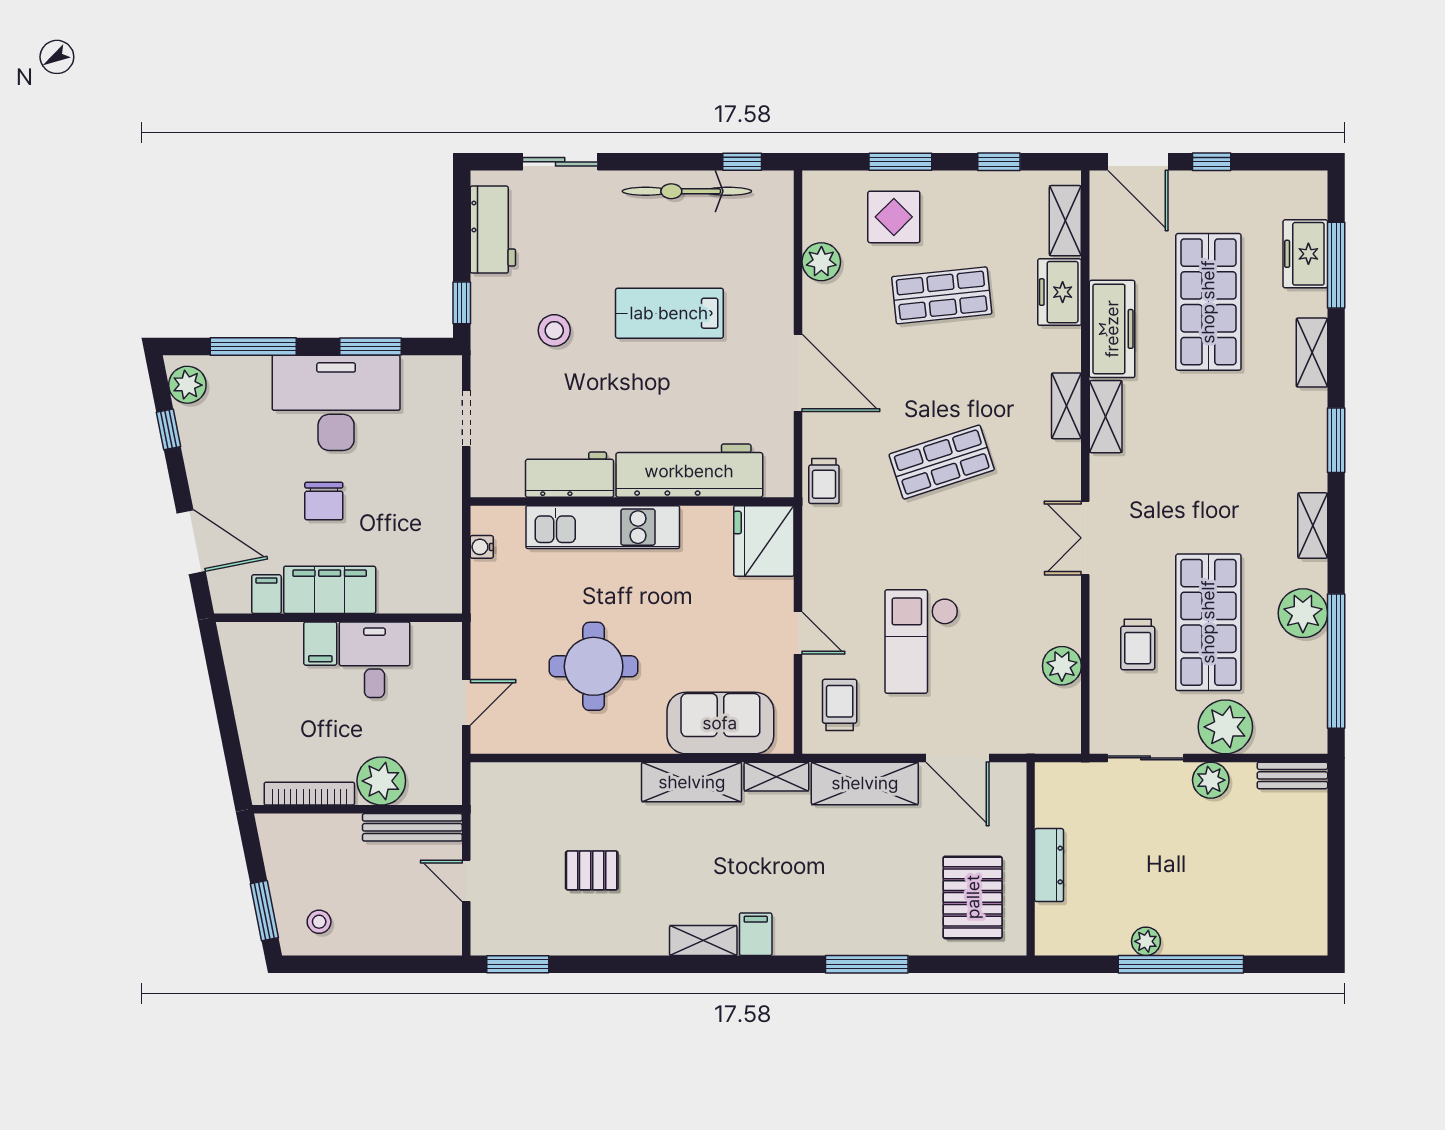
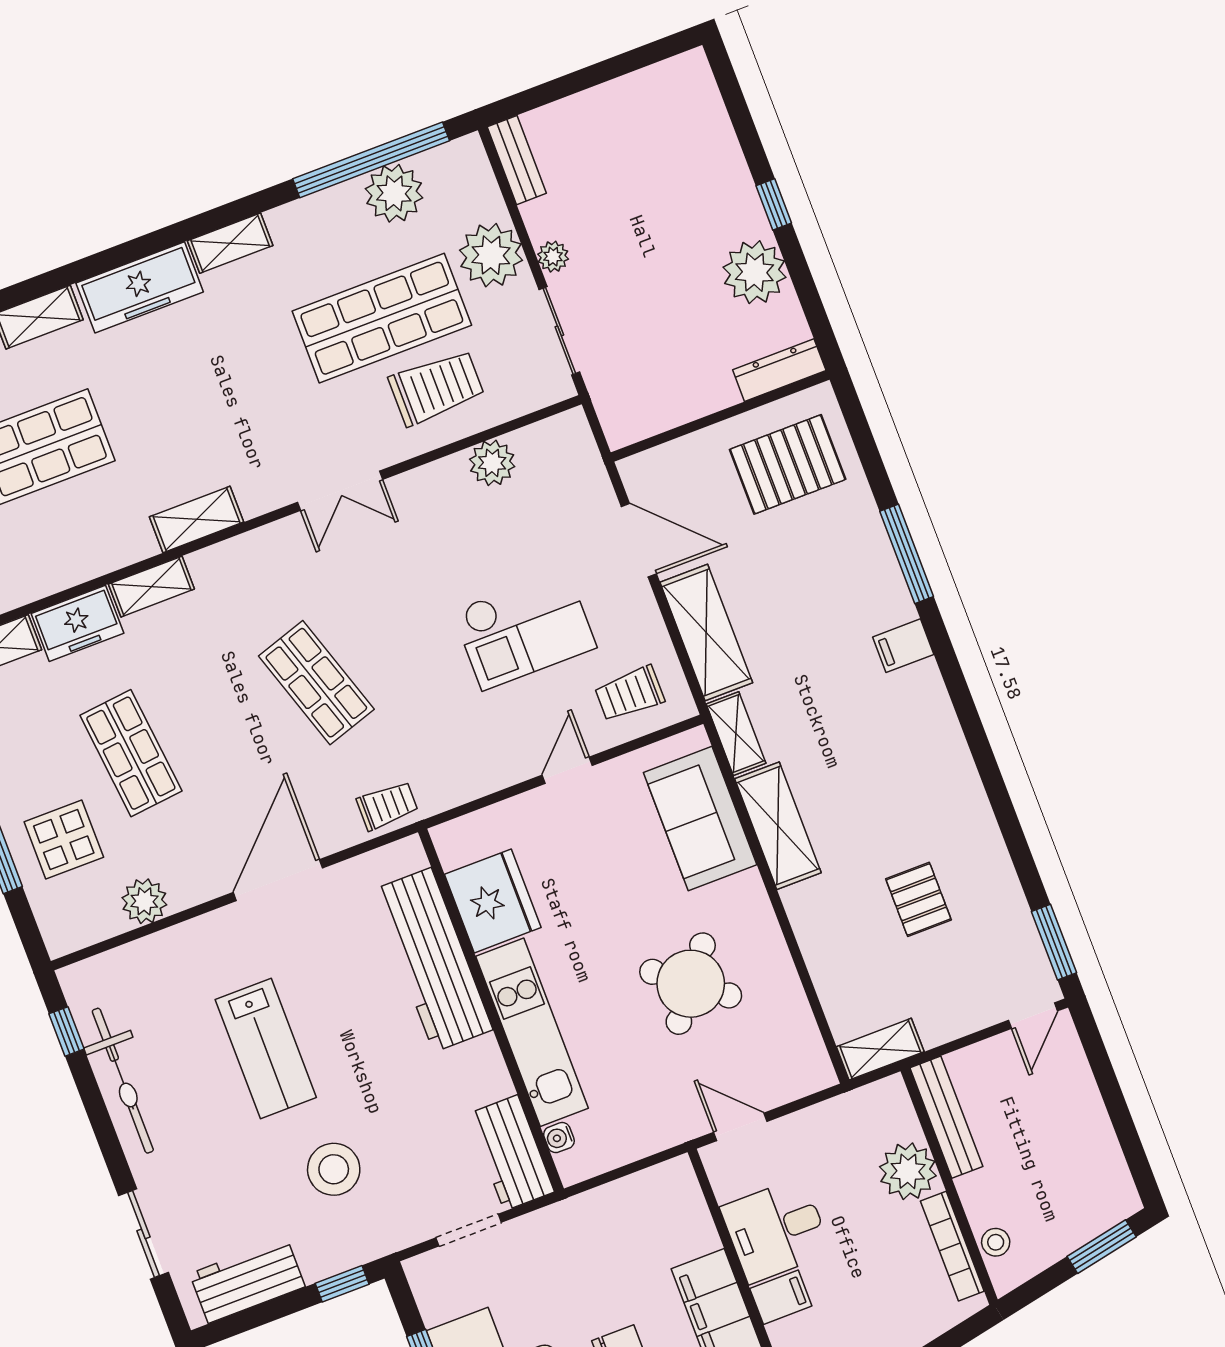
freezer: (1112, 329) -> (140, 287), moved, turned 180
stool: (554, 330) -> (334, 1169), width x1.38, depth x1.38
shelving: (1066, 406) -> (151, 587), moved
window: (1336, 440) -> (125, 253), removed
workbench: (570, 475) -> (511, 1153), moved
fridge: (764, 541) -> (493, 901), moved, turned -90
water cooler: (482, 547) -> (559, 1138), moved, turned 90
plant: (1303, 613) -> (394, 193), moved
trolley: (1138, 644) -> (436, 388), width x1.36, depth x1.39
round table: (594, 666) -> (691, 984), turned 38
door: (466, 702) -> (740, 1127), moved
door: (957, 758) -> (639, 540), hinge flipped
plant: (1211, 780) -> (553, 257), width x0.73, depth x0.73
dresser: (1049, 865) -> (779, 370), moved
door: (466, 881) -> (1033, 1016), moved
stool: (319, 922) -> (996, 1242), moved
filing cabinet: (756, 934) -> (903, 646), moved
shelving: (703, 941) -> (880, 1049), moved, turned 90
plant: (1146, 941) -> (755, 272), width x1.87, depth x1.87
window: (1181, 964) -> (774, 204), width x0.32

